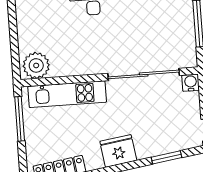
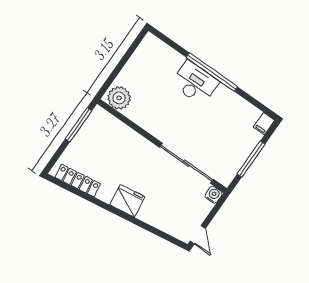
kitchen unit: (67, 94) -> (124, 134), removed
window: (166, 157) -> (156, 232), removed

